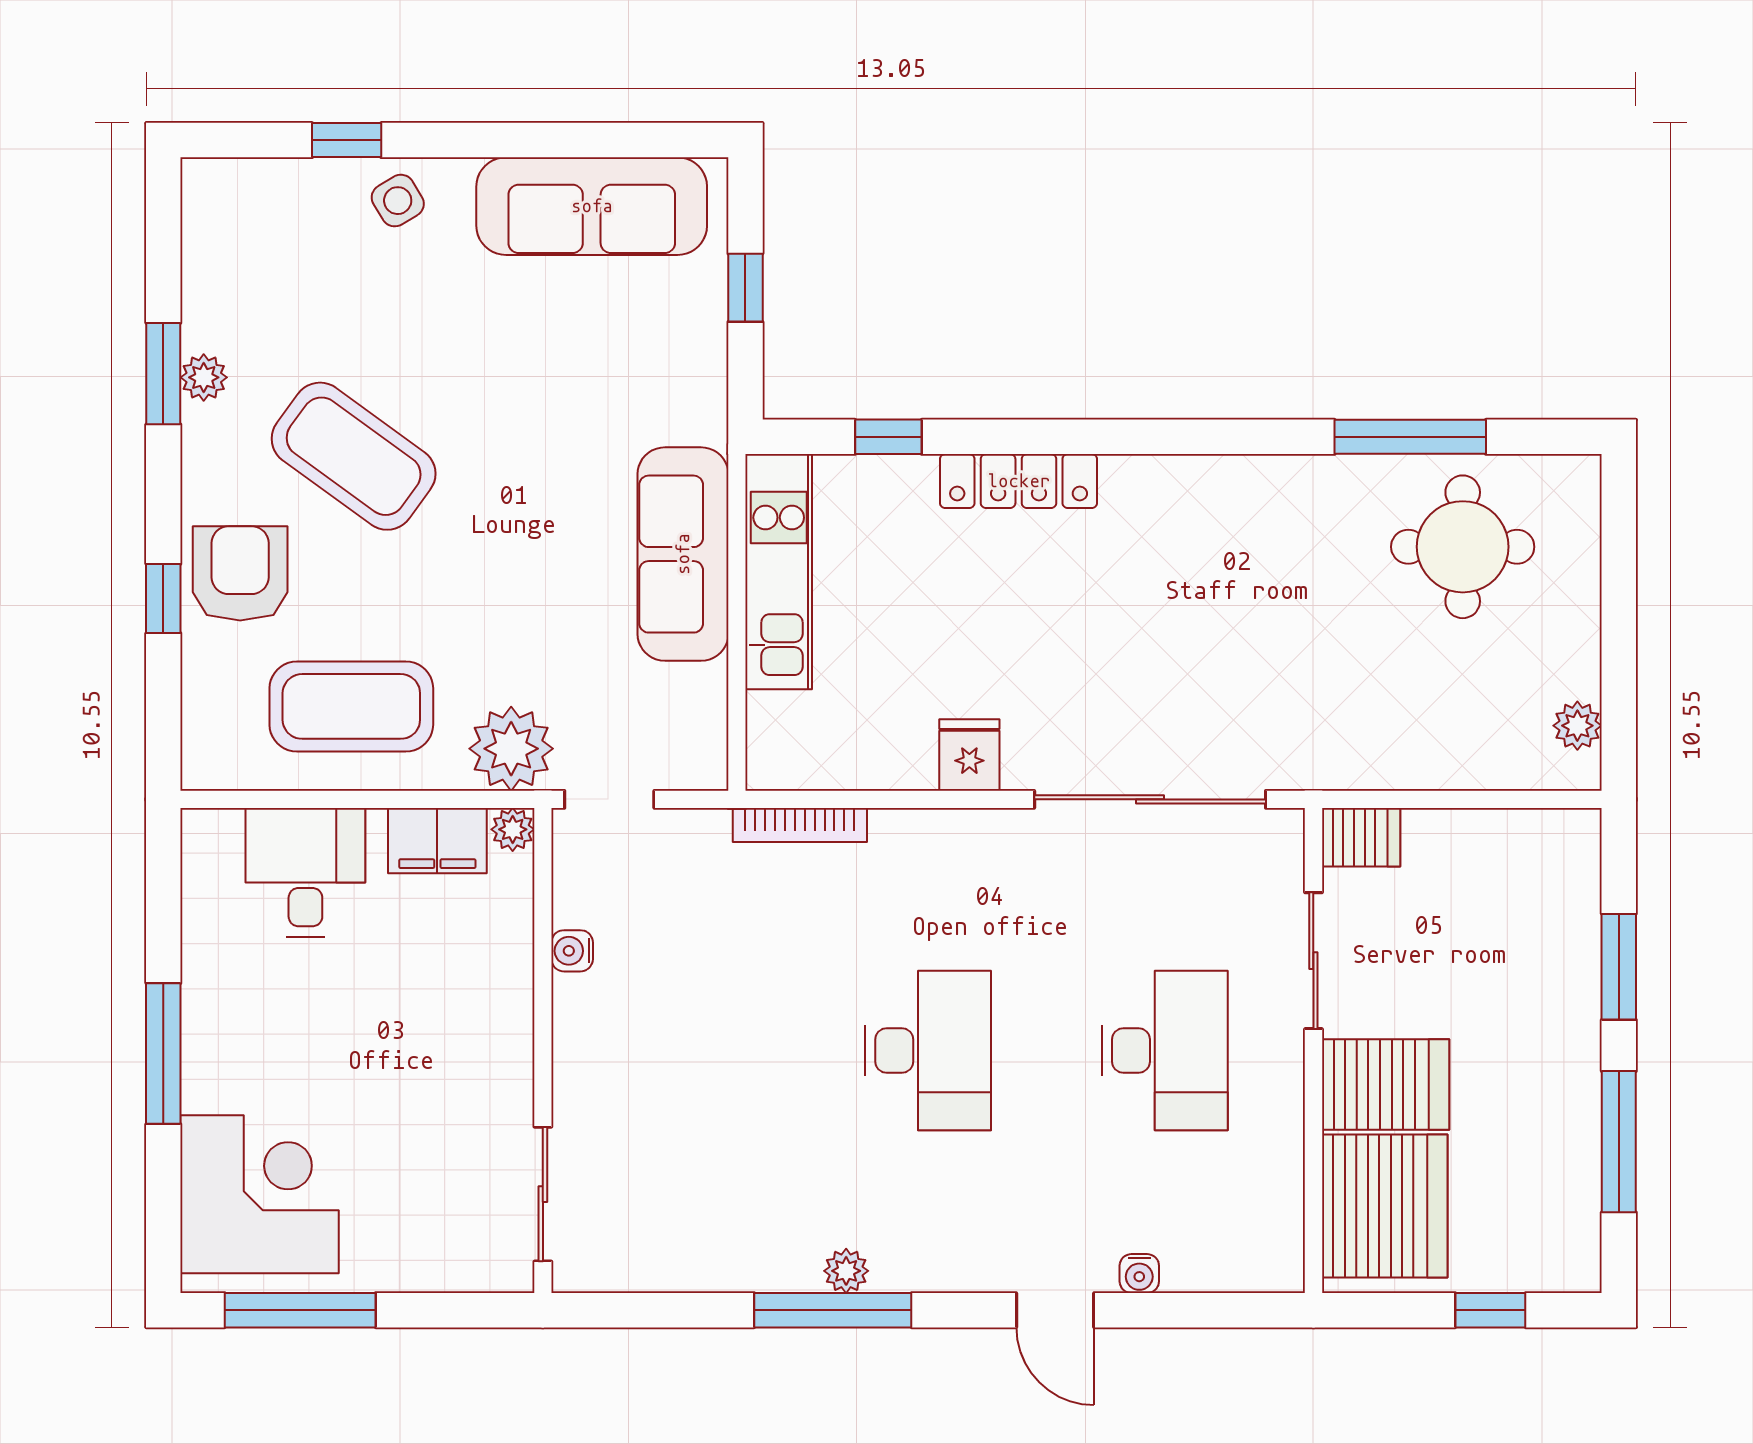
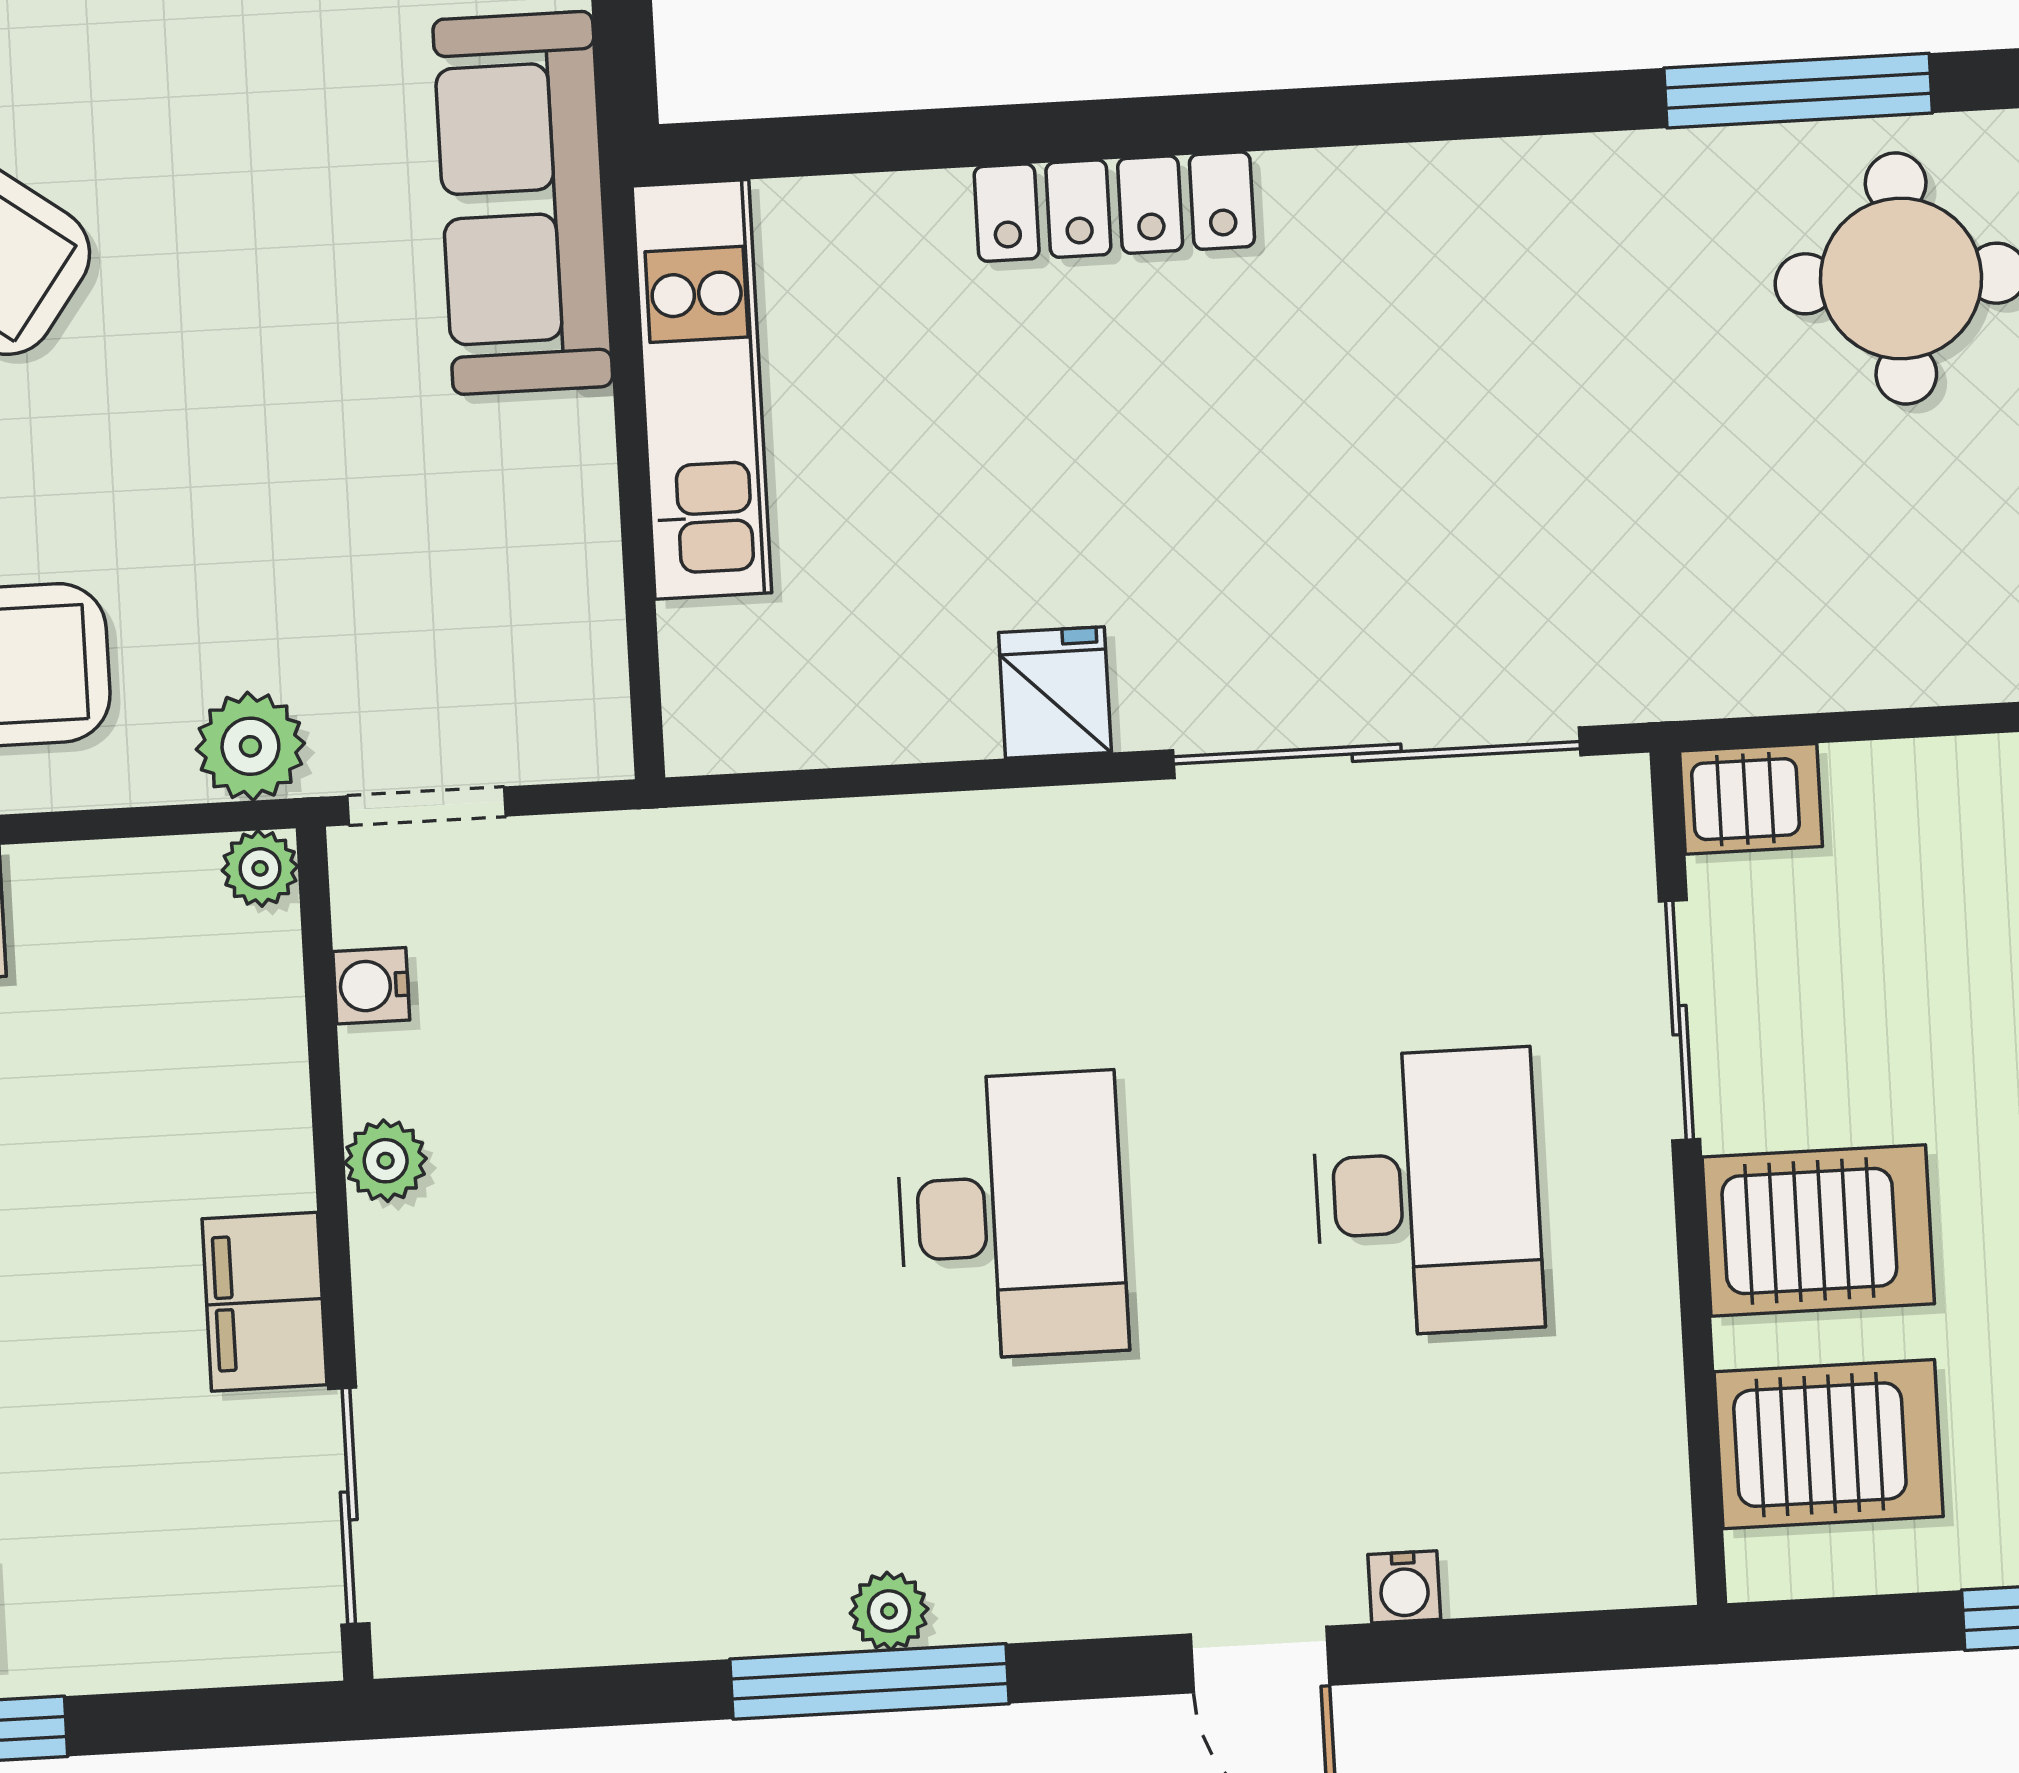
window: (888, 437) -> (881, 142), removed
sofa: (683, 554) -> (523, 203), moved
plant: (511, 749) -> (250, 746), width x0.73, depth x0.73
bookcase: (800, 825) -> (764, 832), removed
filing cabinet: (437, 841) -> (265, 1302), moved, turned 90
water cooler: (572, 951) -> (371, 986), moved
plant: (575, 999) -> (386, 1161), added
server rack: (1385, 1206) -> (1829, 1444), width x0.62

